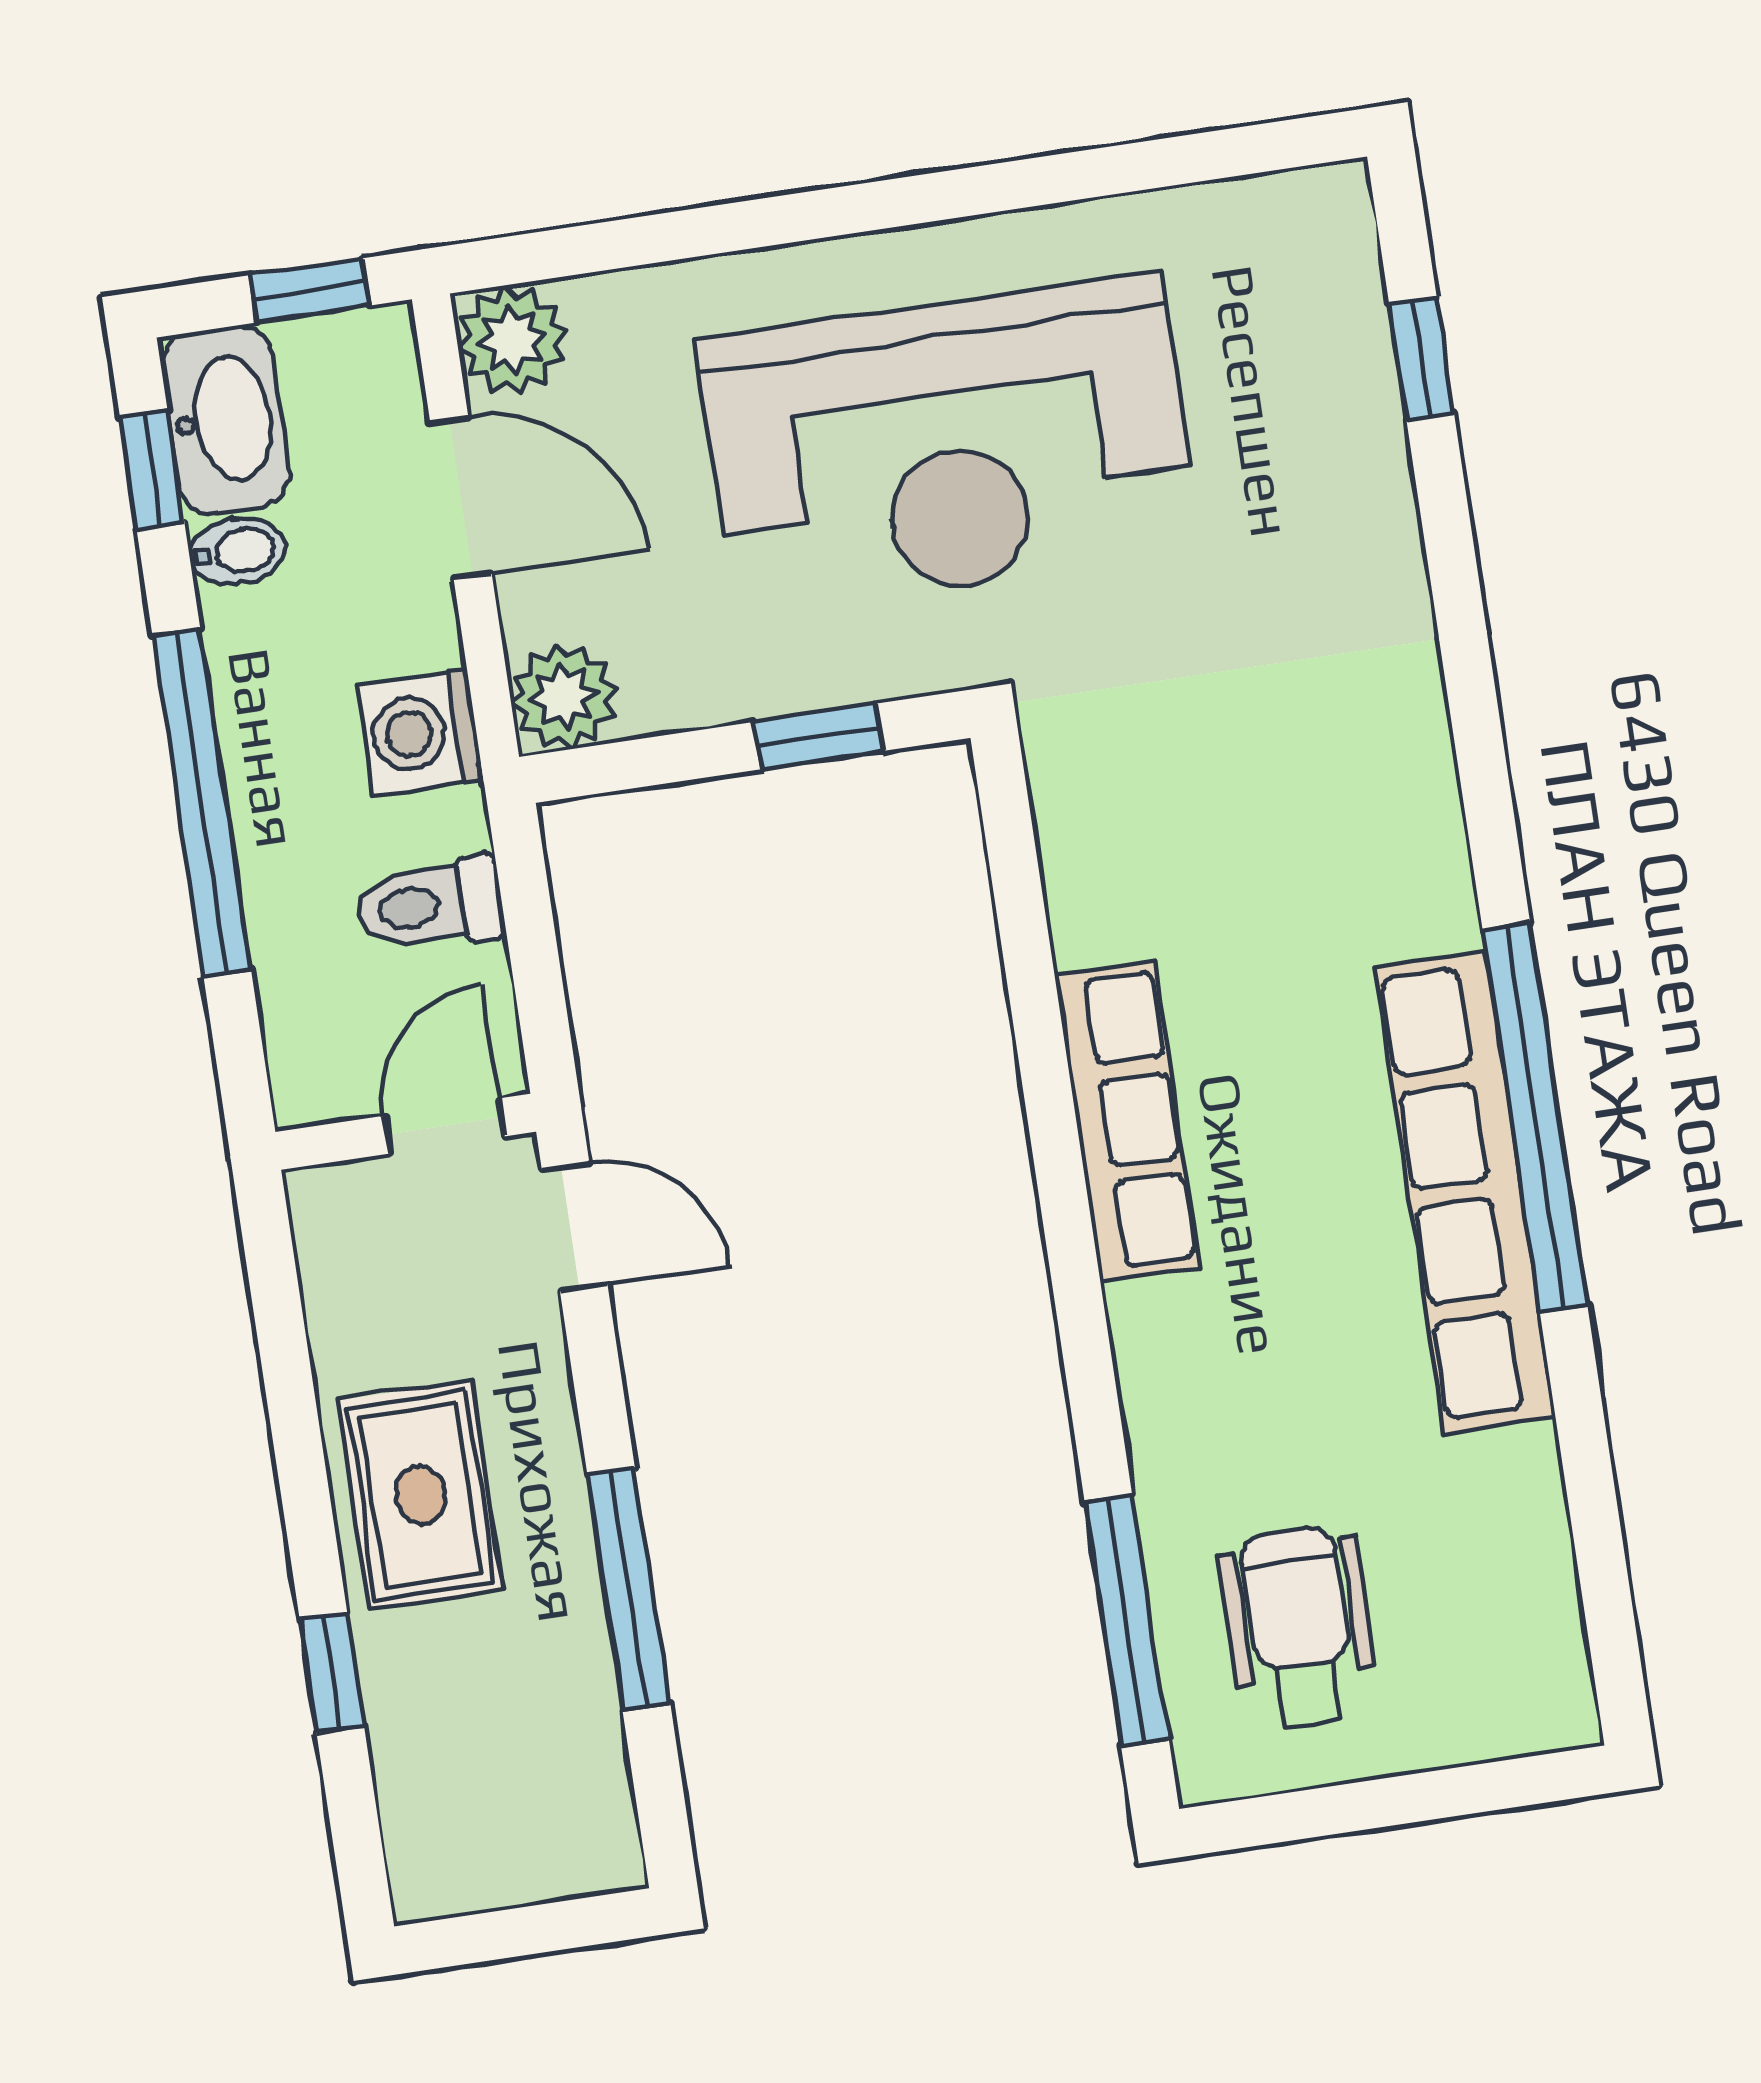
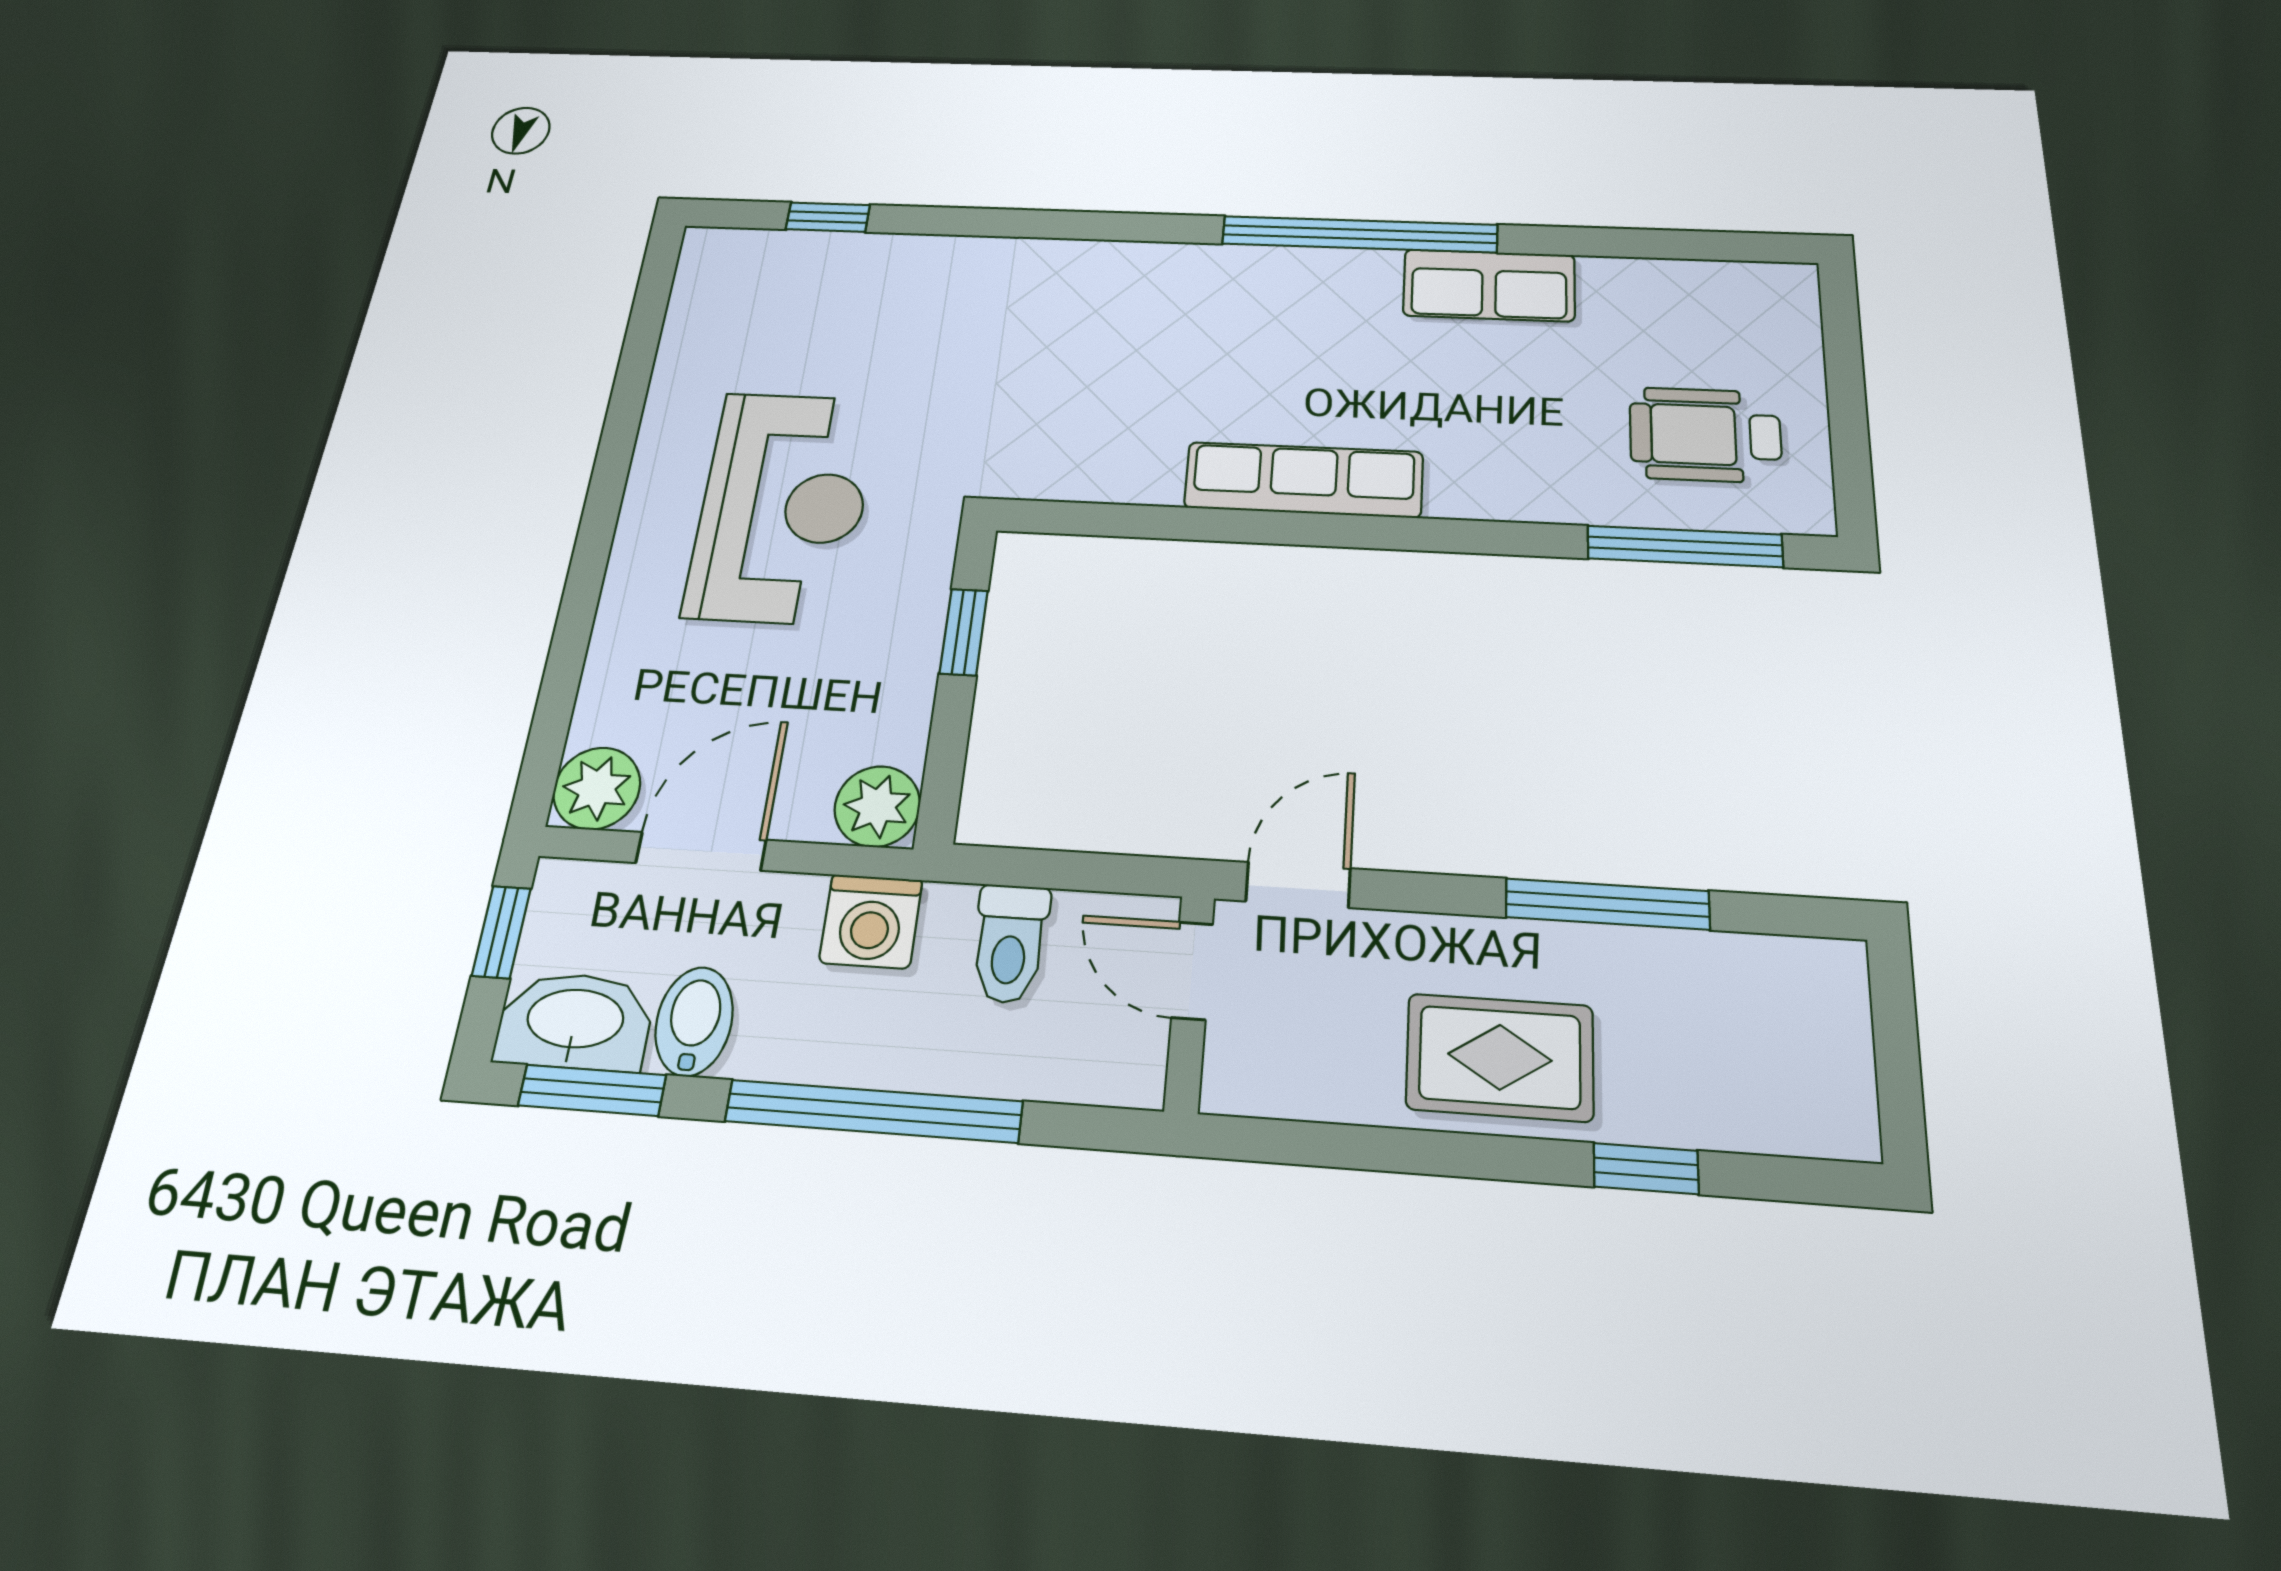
reception desk: (949, 445) -> (783, 507), width x0.74, depth x0.77
window: (152, 469) -> (592, 1090), width x1.50
bidet: (237, 551) -> (694, 1021), width x1.38, depth x1.36
row of seats: (1465, 1192) -> (1489, 285), width x0.50

